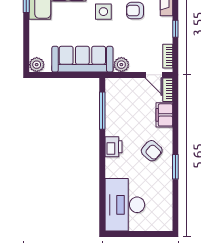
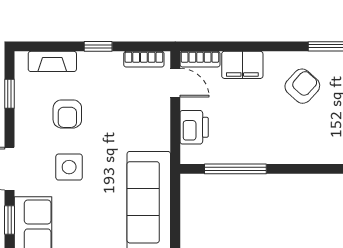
plant: (121, 65) -> (158, 137), removed
door: (154, 75) -> (175, 83), hinge flipped
printer: (114, 147) -> (194, 127), moved, turned 90

